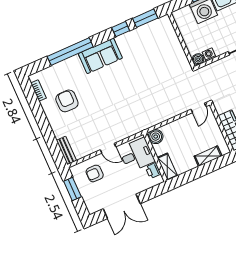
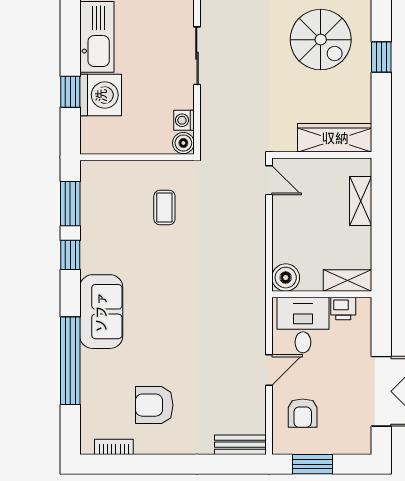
coffee table: (163, 64) -> (164, 207), added

